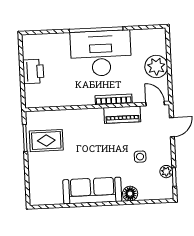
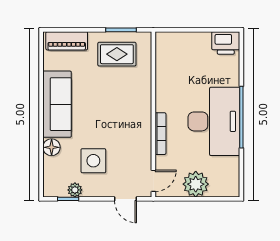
printer: (33, 71) -> (226, 43), moved
piano: (122, 115) -> (67, 41), moved, turned -90
rug: (46, 141) -> (117, 54), turned 90
side table: (140, 157) -> (93, 161), width x1.87, depth x1.87

